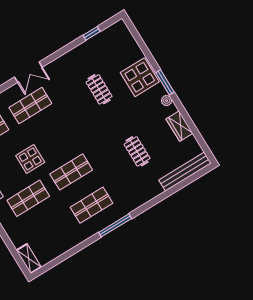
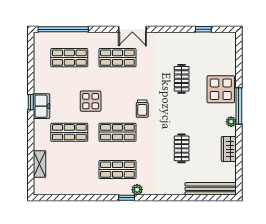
window: (165, 82) -> (239, 106), width x1.44
trolley: (80, 137) -> (142, 109), added
plant: (120, 212) -> (137, 190), added
window: (115, 225) -> (127, 198), width x0.46
shelving: (29, 259) -> (40, 164), moved

